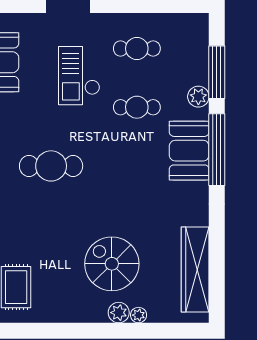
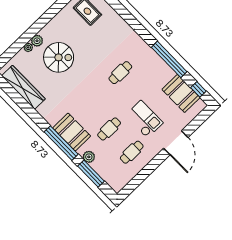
cafe table: (51, 166) -> (120, 73), width x0.73, depth x0.74

